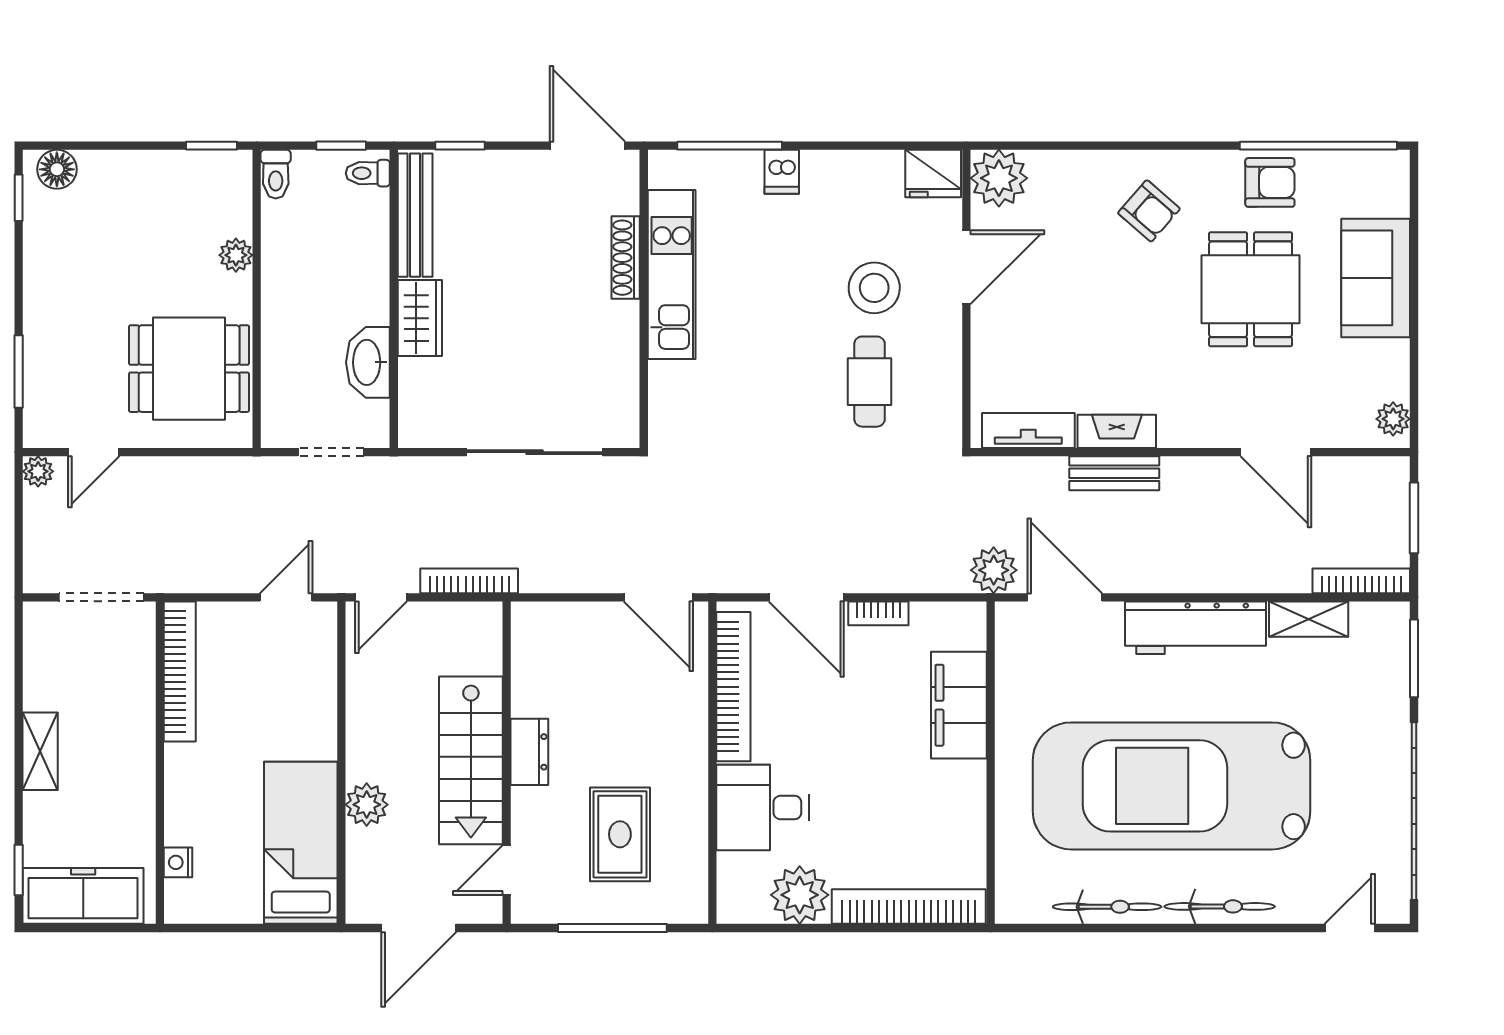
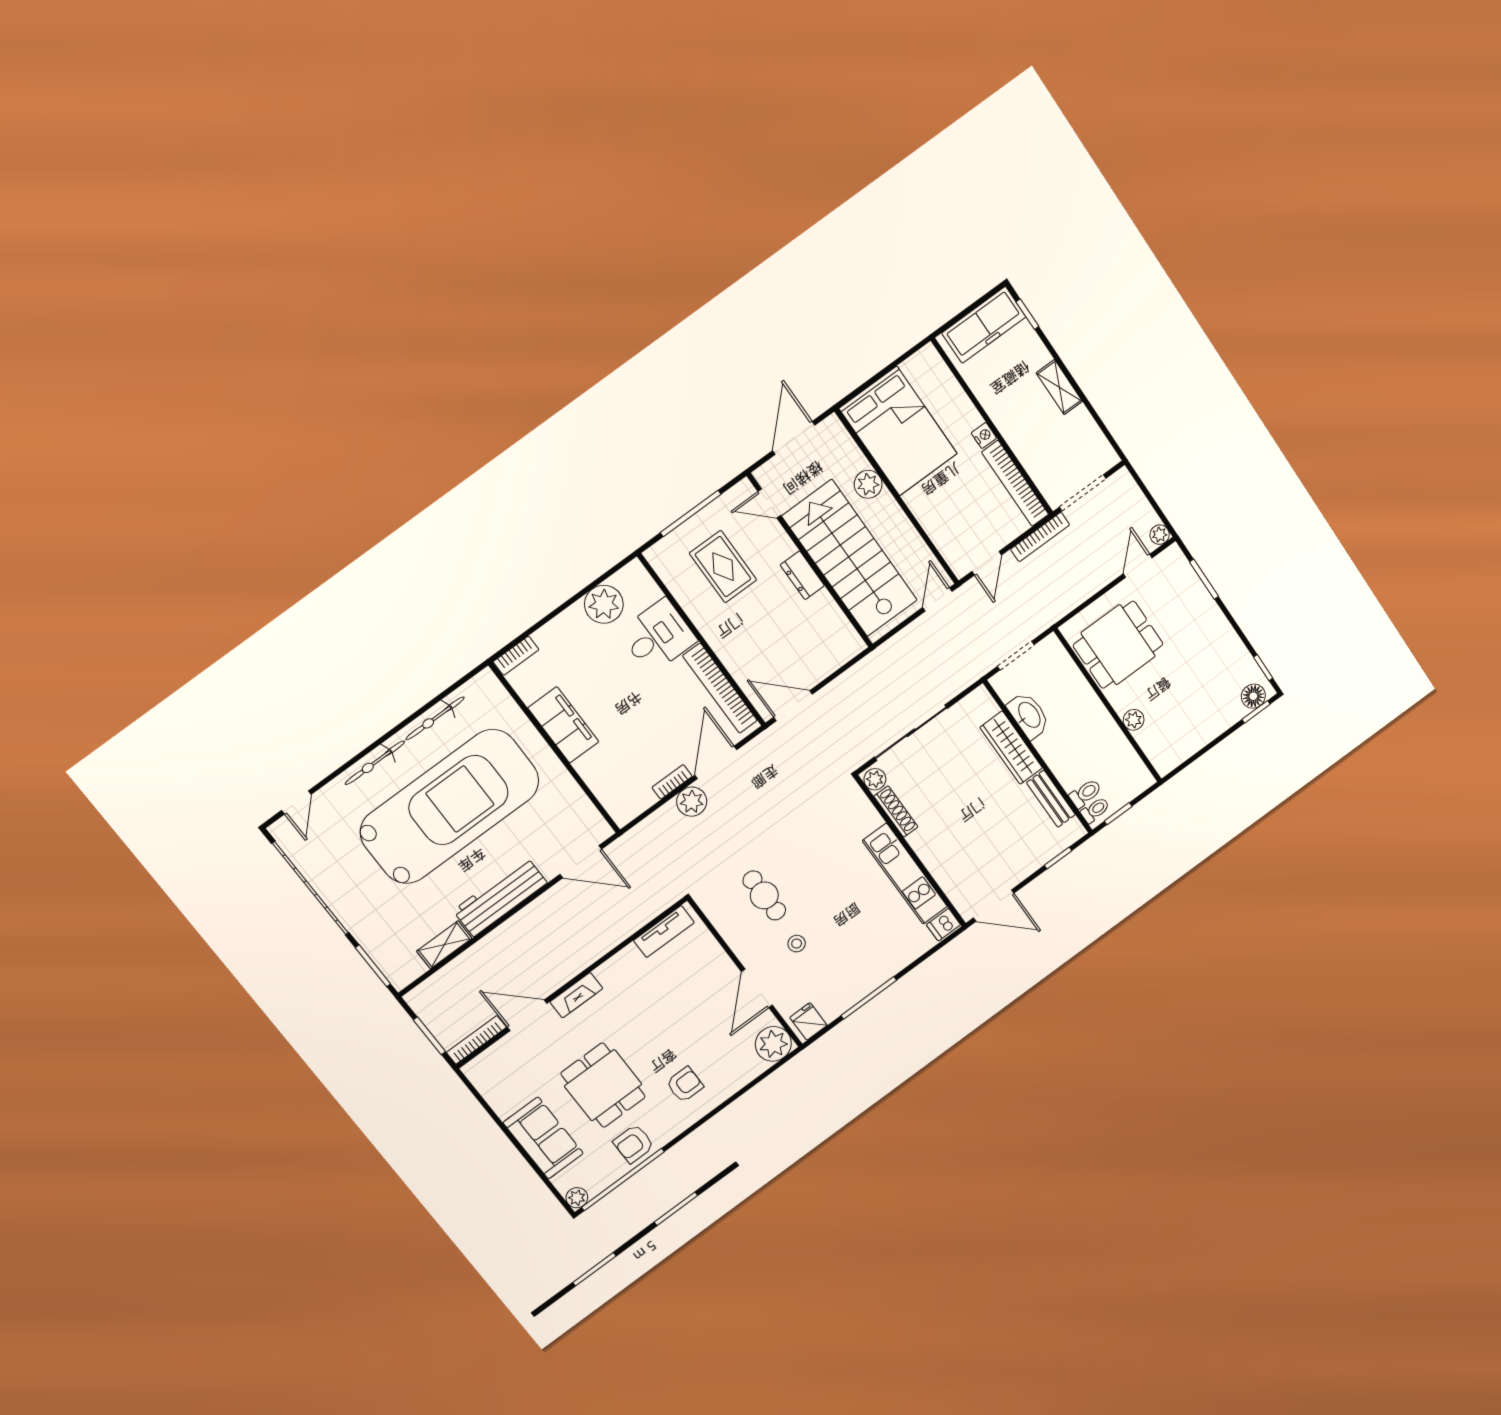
window: (212, 146) -> (1256, 712), moved
window: (730, 146) -> (869, 998), moved
dishwasher: (782, 172) -> (944, 925), moved, turned -90
toilet: (276, 174) -> (1085, 793), moved, turned 90
fridge: (933, 174) -> (808, 1021), width x0.72
armchair: (1149, 211) -> (685, 1085), turned 139
bench: (415, 215) -> (1051, 799), width x0.73
shoe rack: (626, 258) -> (896, 811), moved
stool: (874, 288) -> (797, 944), width x0.53, depth x0.53
wardrobe: (420, 318) -> (1011, 748), width x1.50
plant: (1393, 419) -> (577, 1198), moved
plant: (623, 426) -> (875, 779), added
fireplace: (1117, 431) -> (576, 995), moved
bench: (1114, 473) -> (603, 943), removed
plant: (994, 570) -> (692, 802), moved
bookcase: (469, 581) -> (1040, 537), moved
bookcase: (1361, 581) -> (476, 1040), moved, turned 180
door: (806, 597) -> (716, 762), hinge flipped
filing cabinet: (959, 705) -> (563, 725), moved
stairs: (471, 760) -> (850, 558), width x1.36, depth x1.51
bed: (301, 843) -> (898, 431), width x1.50
nightstand: (178, 862) -> (984, 435), moved
door: (507, 870) -> (769, 503), swing flipped
bookcase: (909, 906) -> (516, 656), width x0.43, depth x0.76

